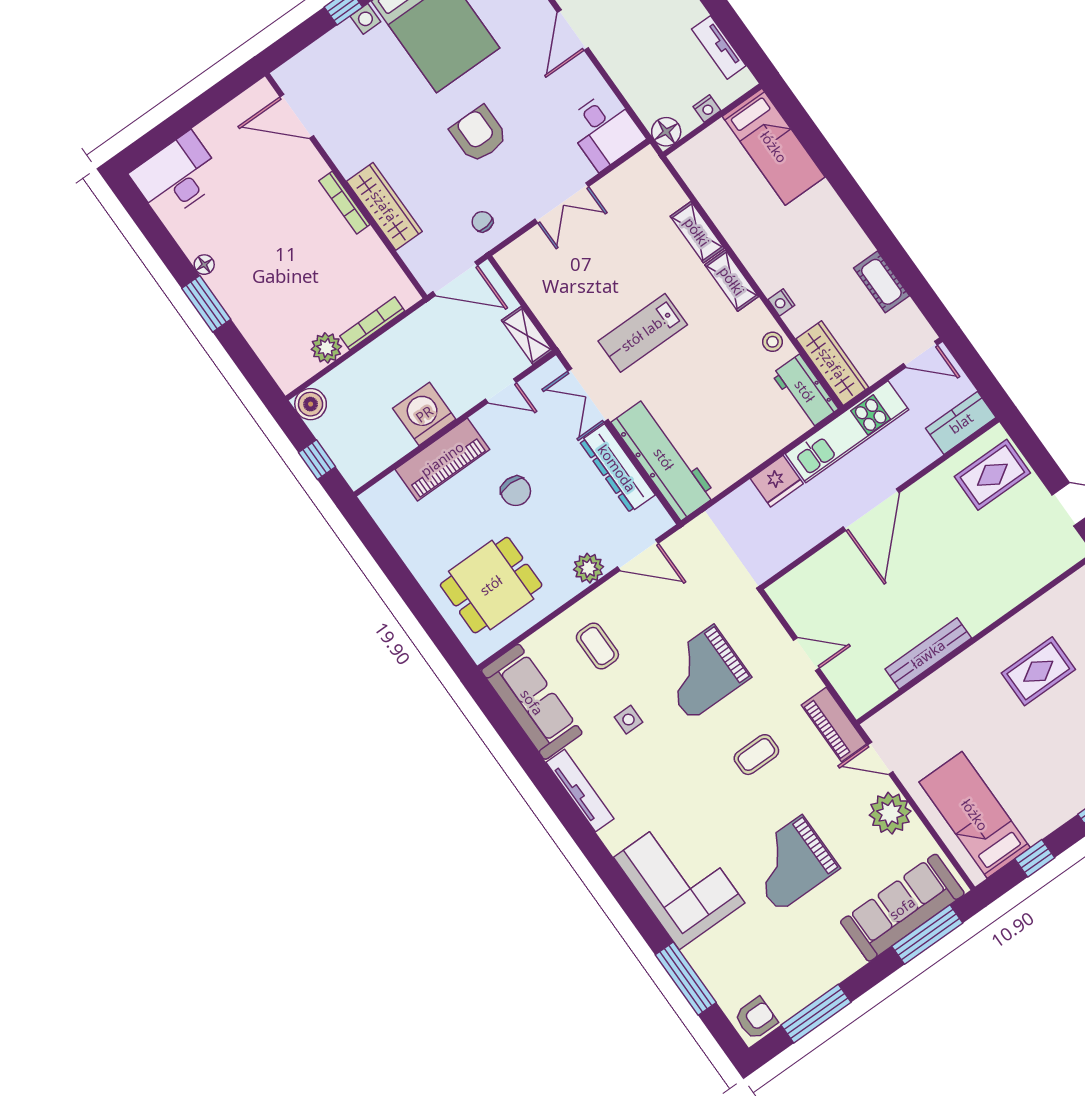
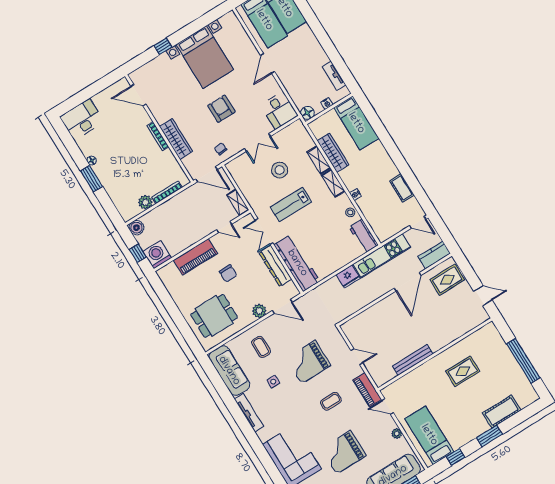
stool: (613, 260) -> (280, 170), added
wardrobe: (832, 363) -> (333, 153), moved
washing machine: (424, 414) -> (157, 255), moved
door: (871, 510) -> (408, 282), moved
plant: (890, 813) -> (397, 434), width x0.53, depth x0.53

